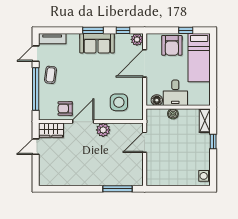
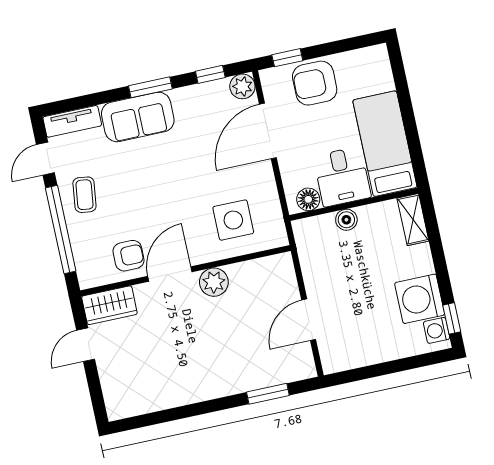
window: (186, 30) -> (287, 58), moved
sofa: (97, 43) -> (138, 117), moved
armchair: (172, 45) -> (315, 83), turned 90
bed: (199, 58) -> (385, 144), moved, turned 180
armchair: (65, 108) -> (129, 256), turned 180
door: (145, 142) -> (309, 320), moved
window: (213, 142) -> (452, 318), moved
washing machine: (200, 159) -> (420, 299), added
window: (117, 189) -> (268, 394), width x0.69

